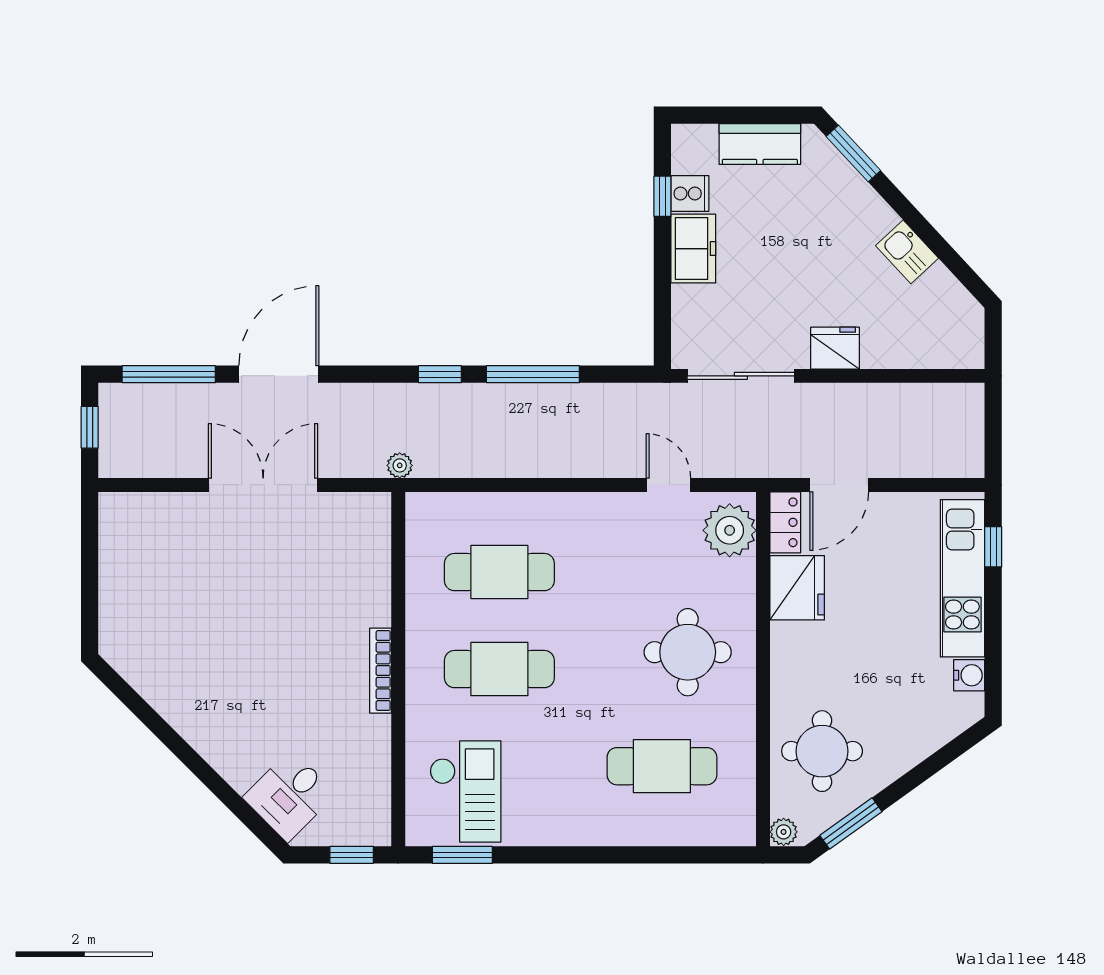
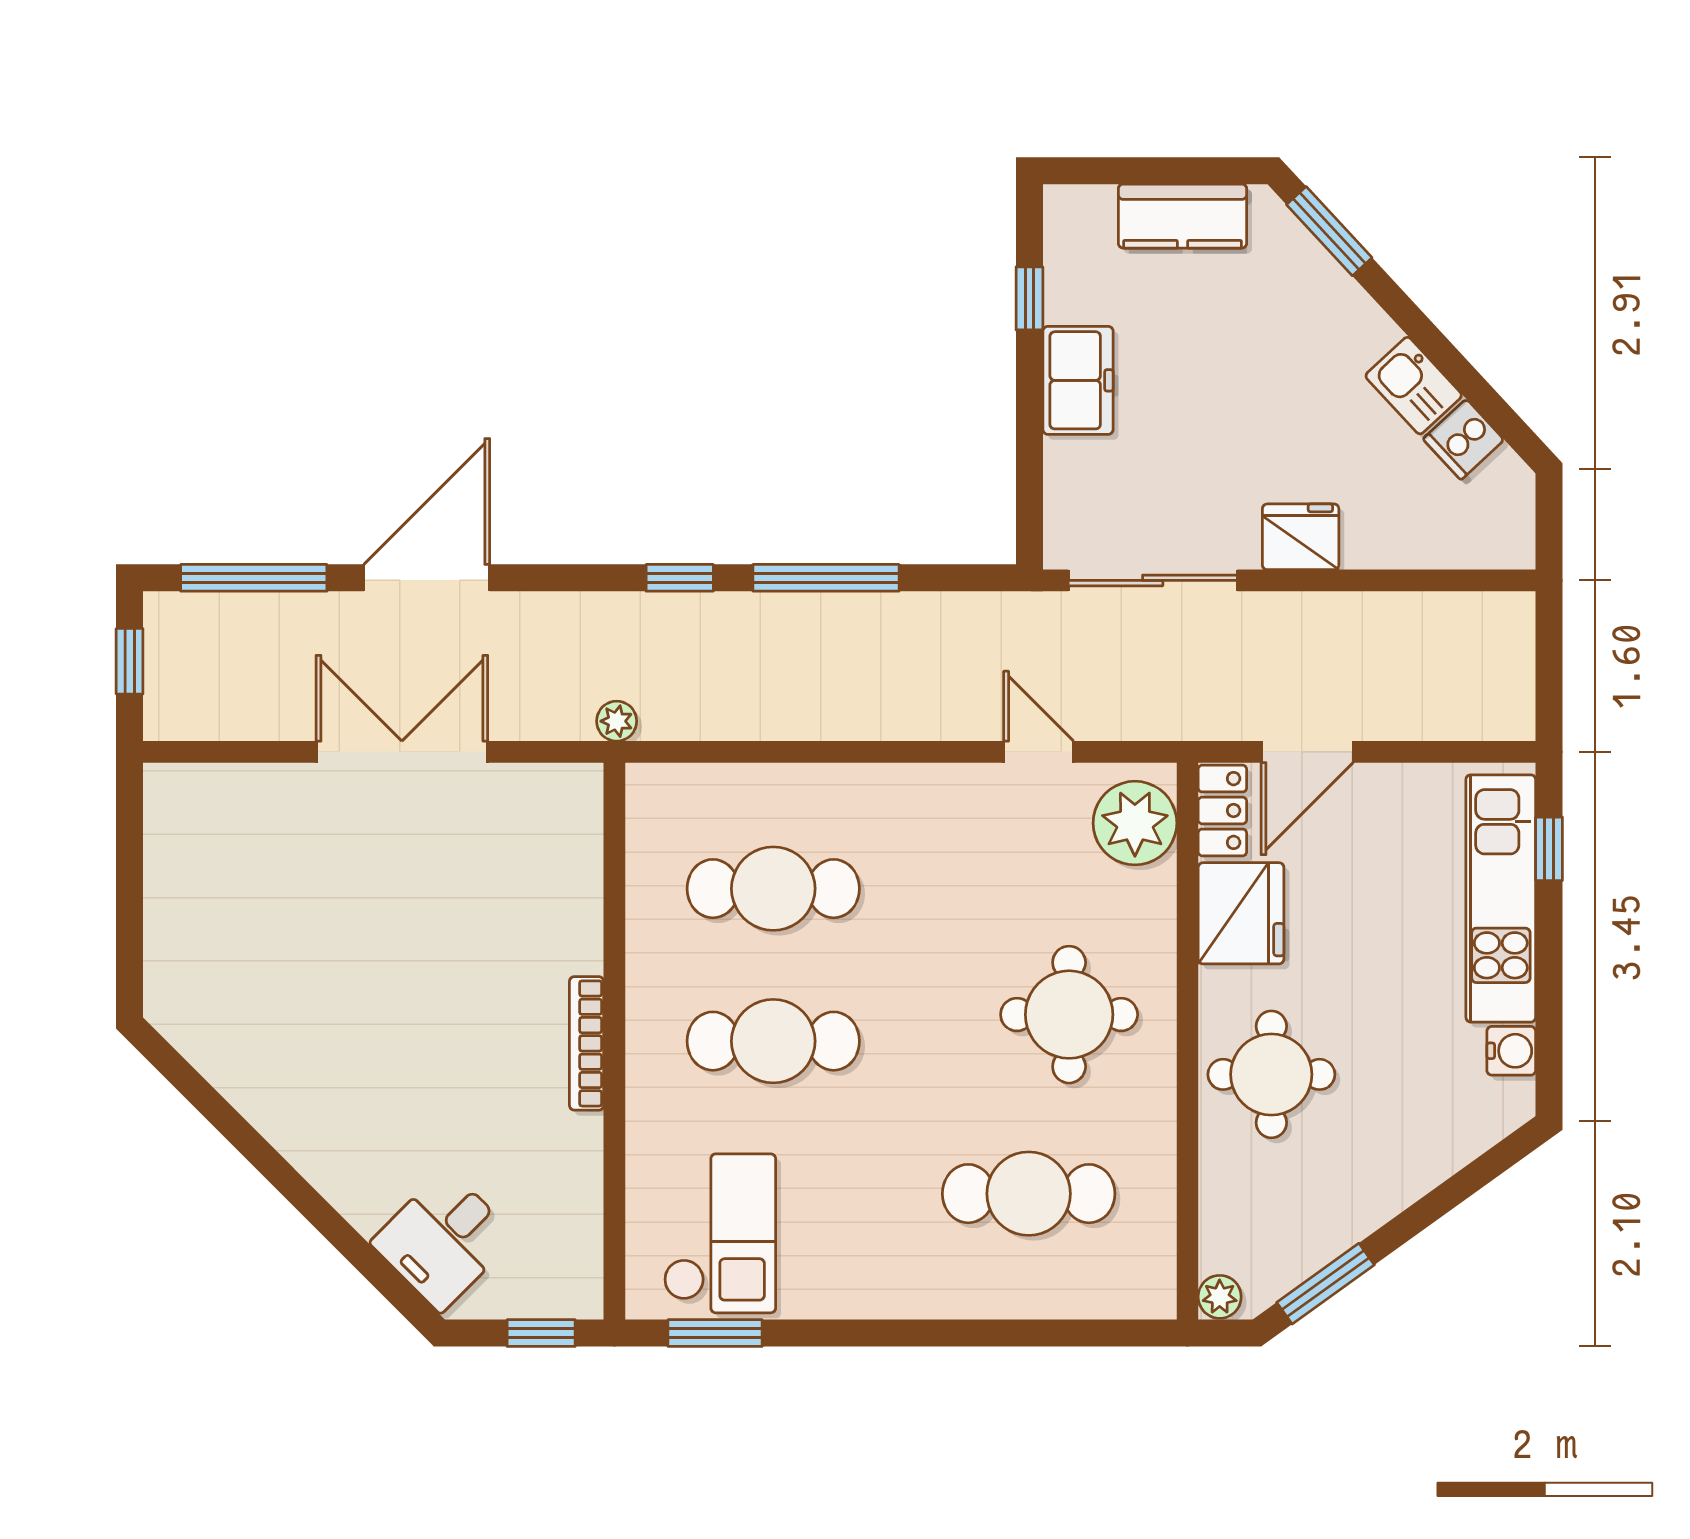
cooker: (690, 193) -> (1464, 439), moved, turned 137
round table: (822, 751) -> (1271, 1074), moved

